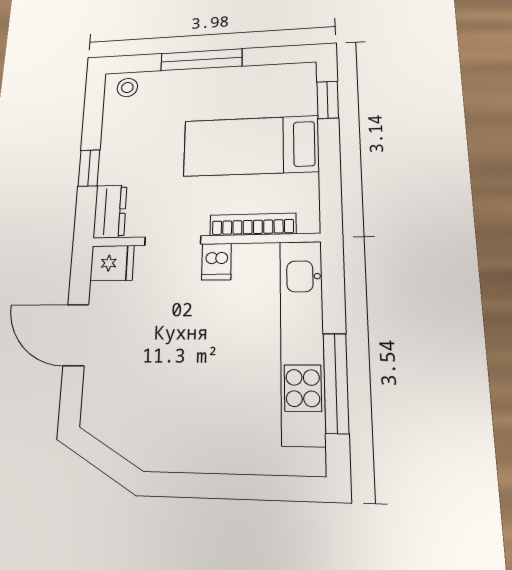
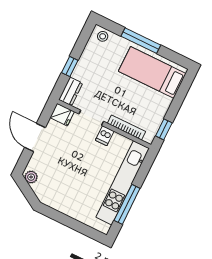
window: (328, 100) -> (164, 129), moved
bed: (251, 146) -> (152, 72), moved
plant: (101, 423) -> (31, 177), added

